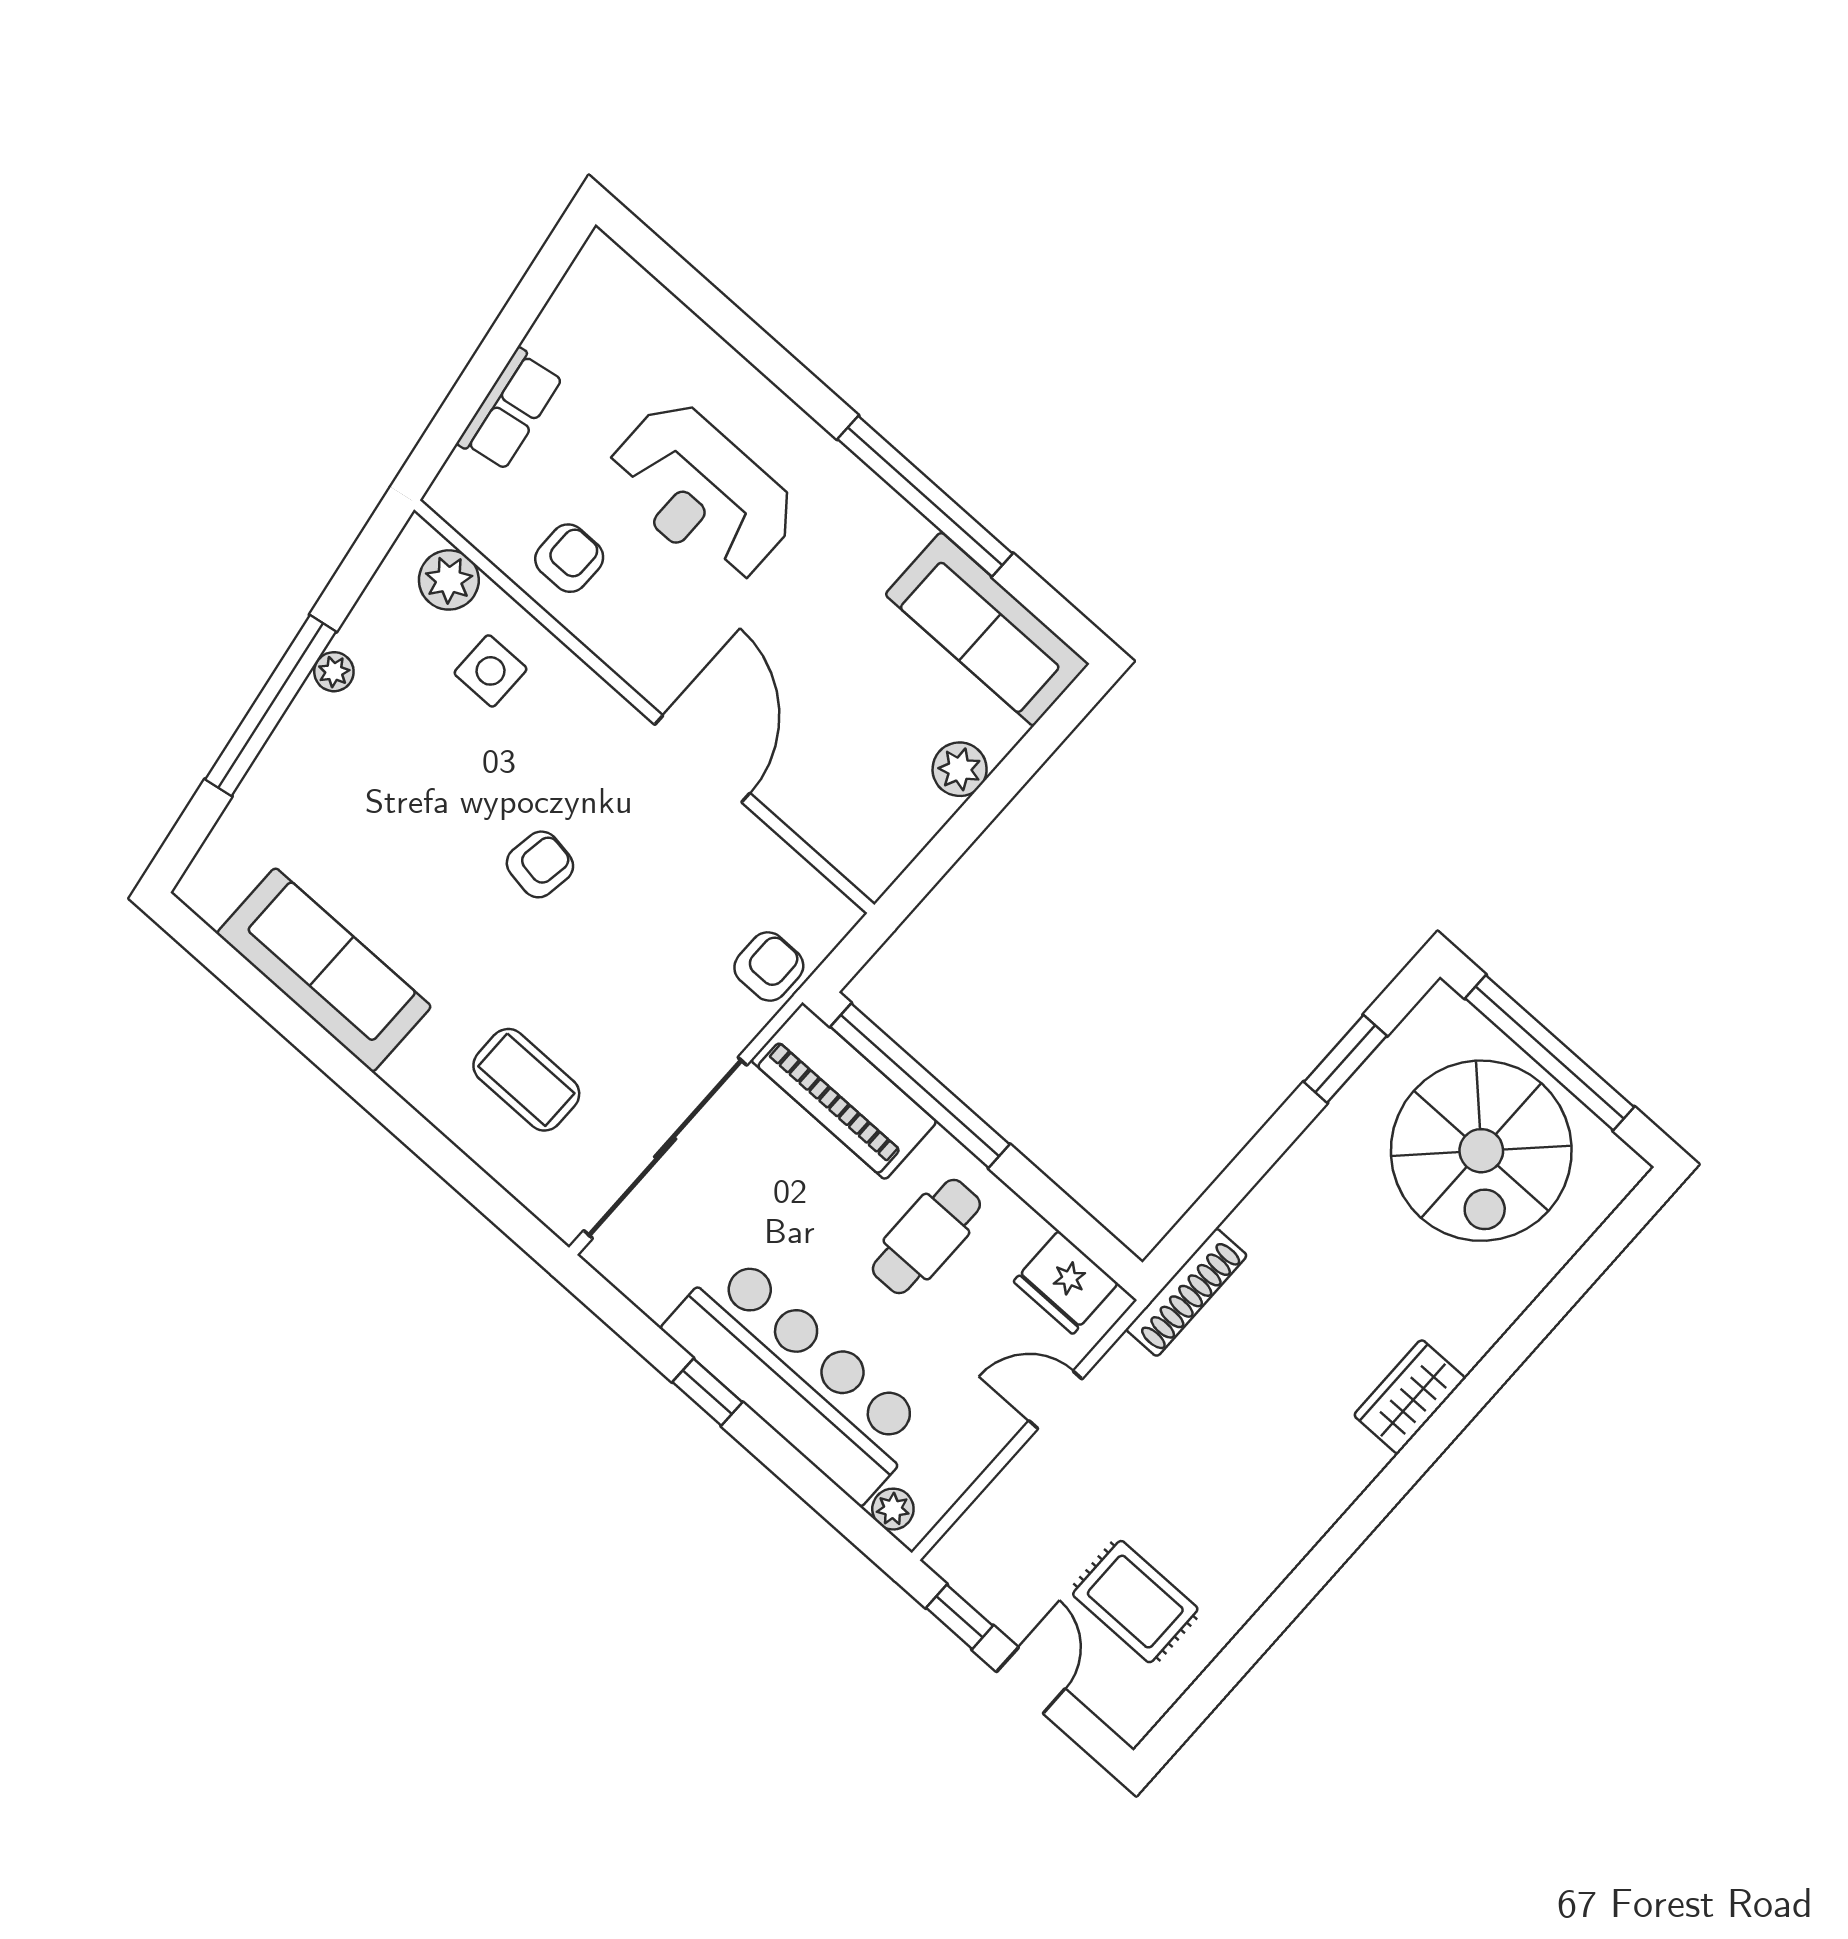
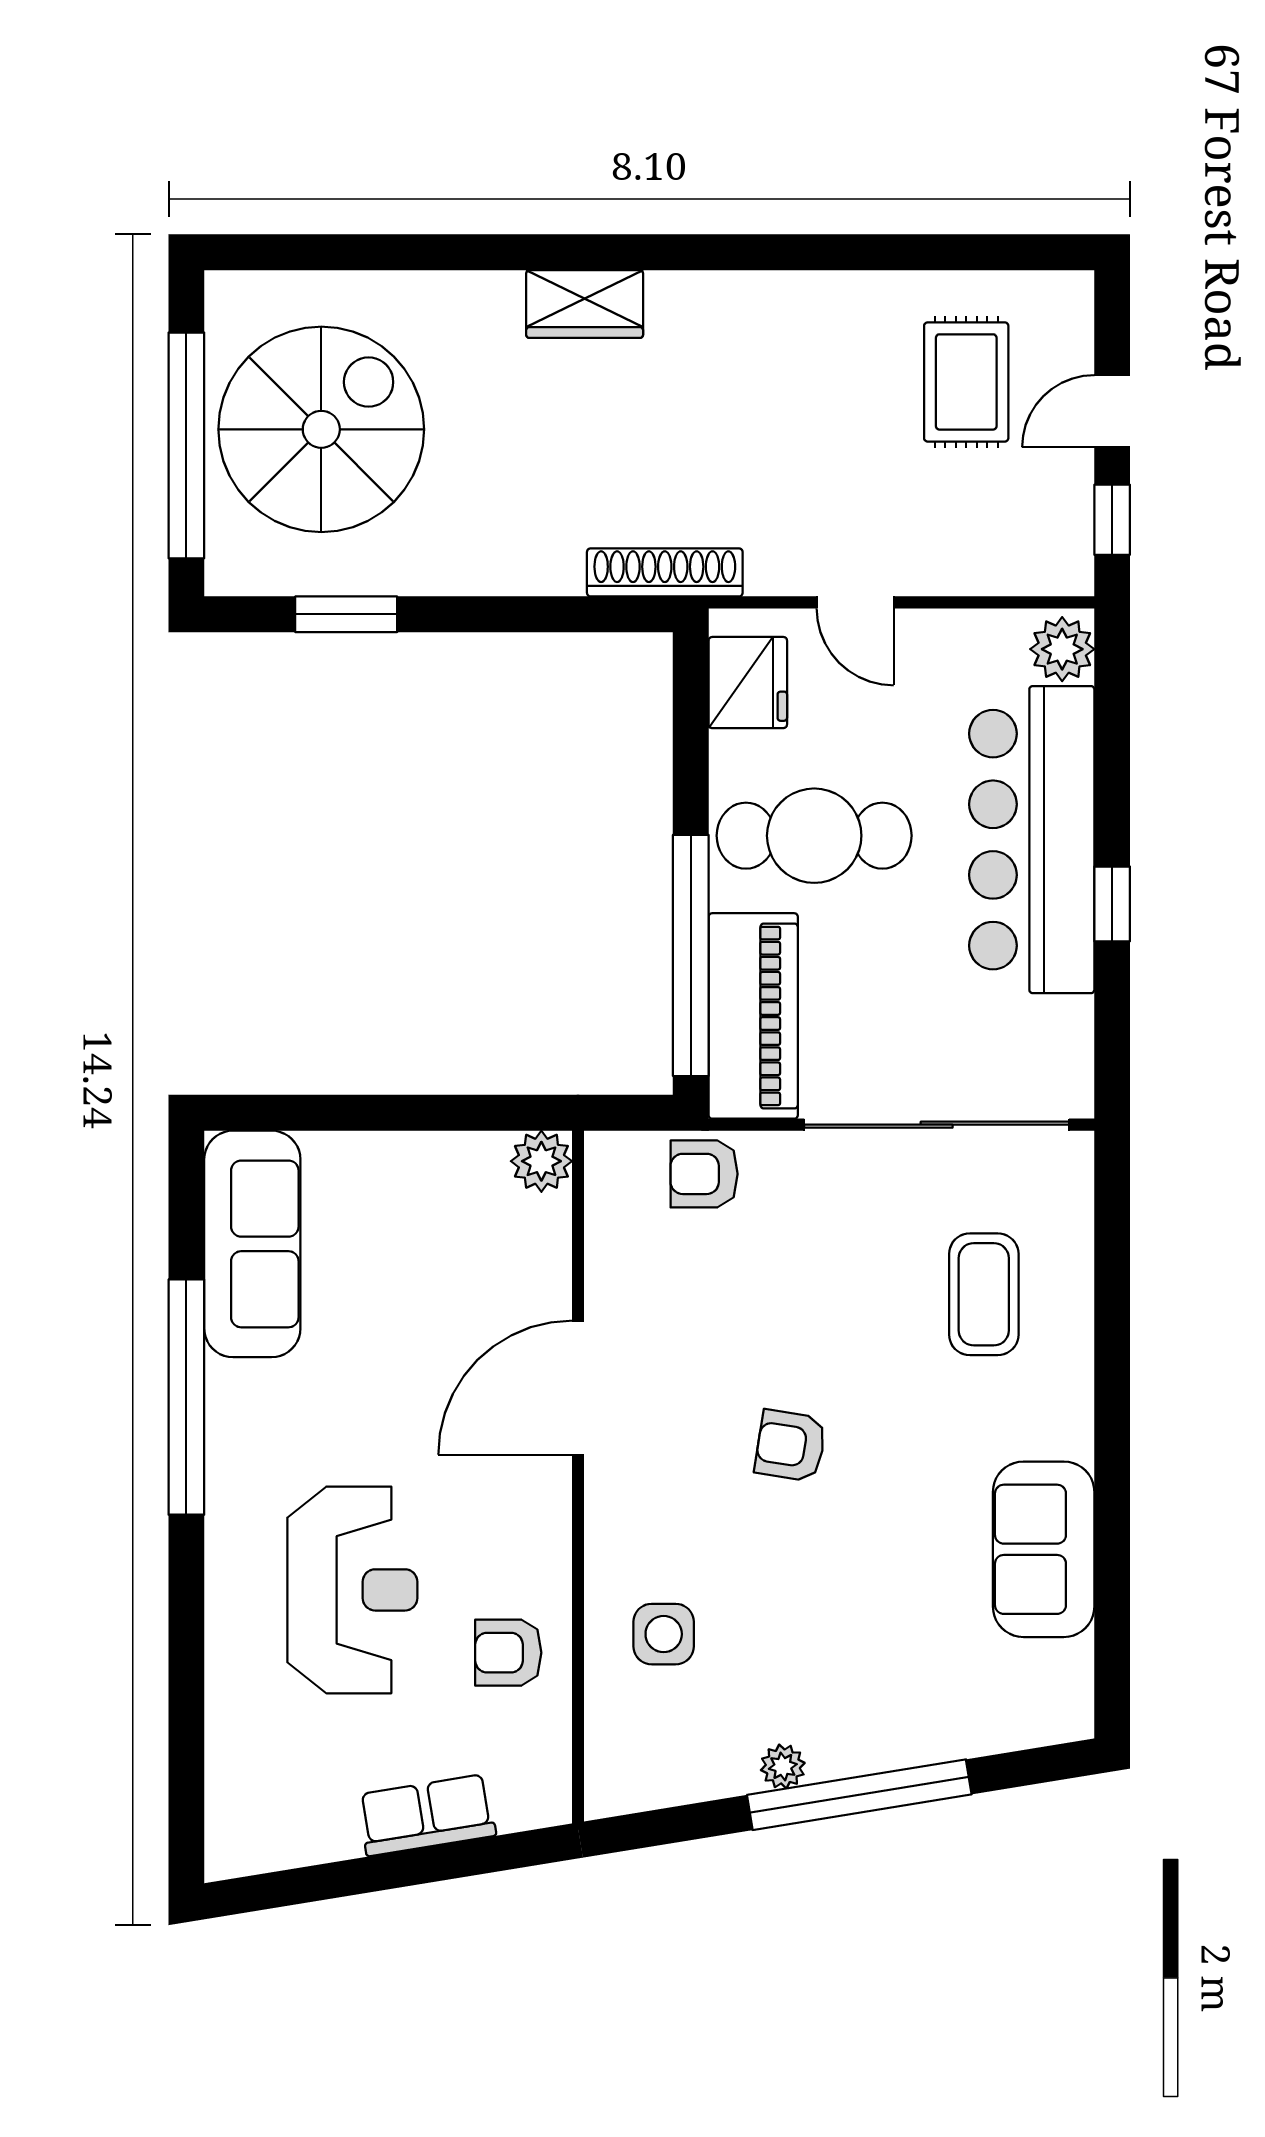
plant: (449, 580) -> (618, 1738), removed
plant: (960, 769) -> (541, 1161), moved
sofa: (324, 970) -> (1044, 1549), width x0.73
cafe table: (926, 1237) -> (814, 836), width x1.37, depth x1.35
plant: (893, 1509) -> (1062, 649), width x1.38, depth x1.38

